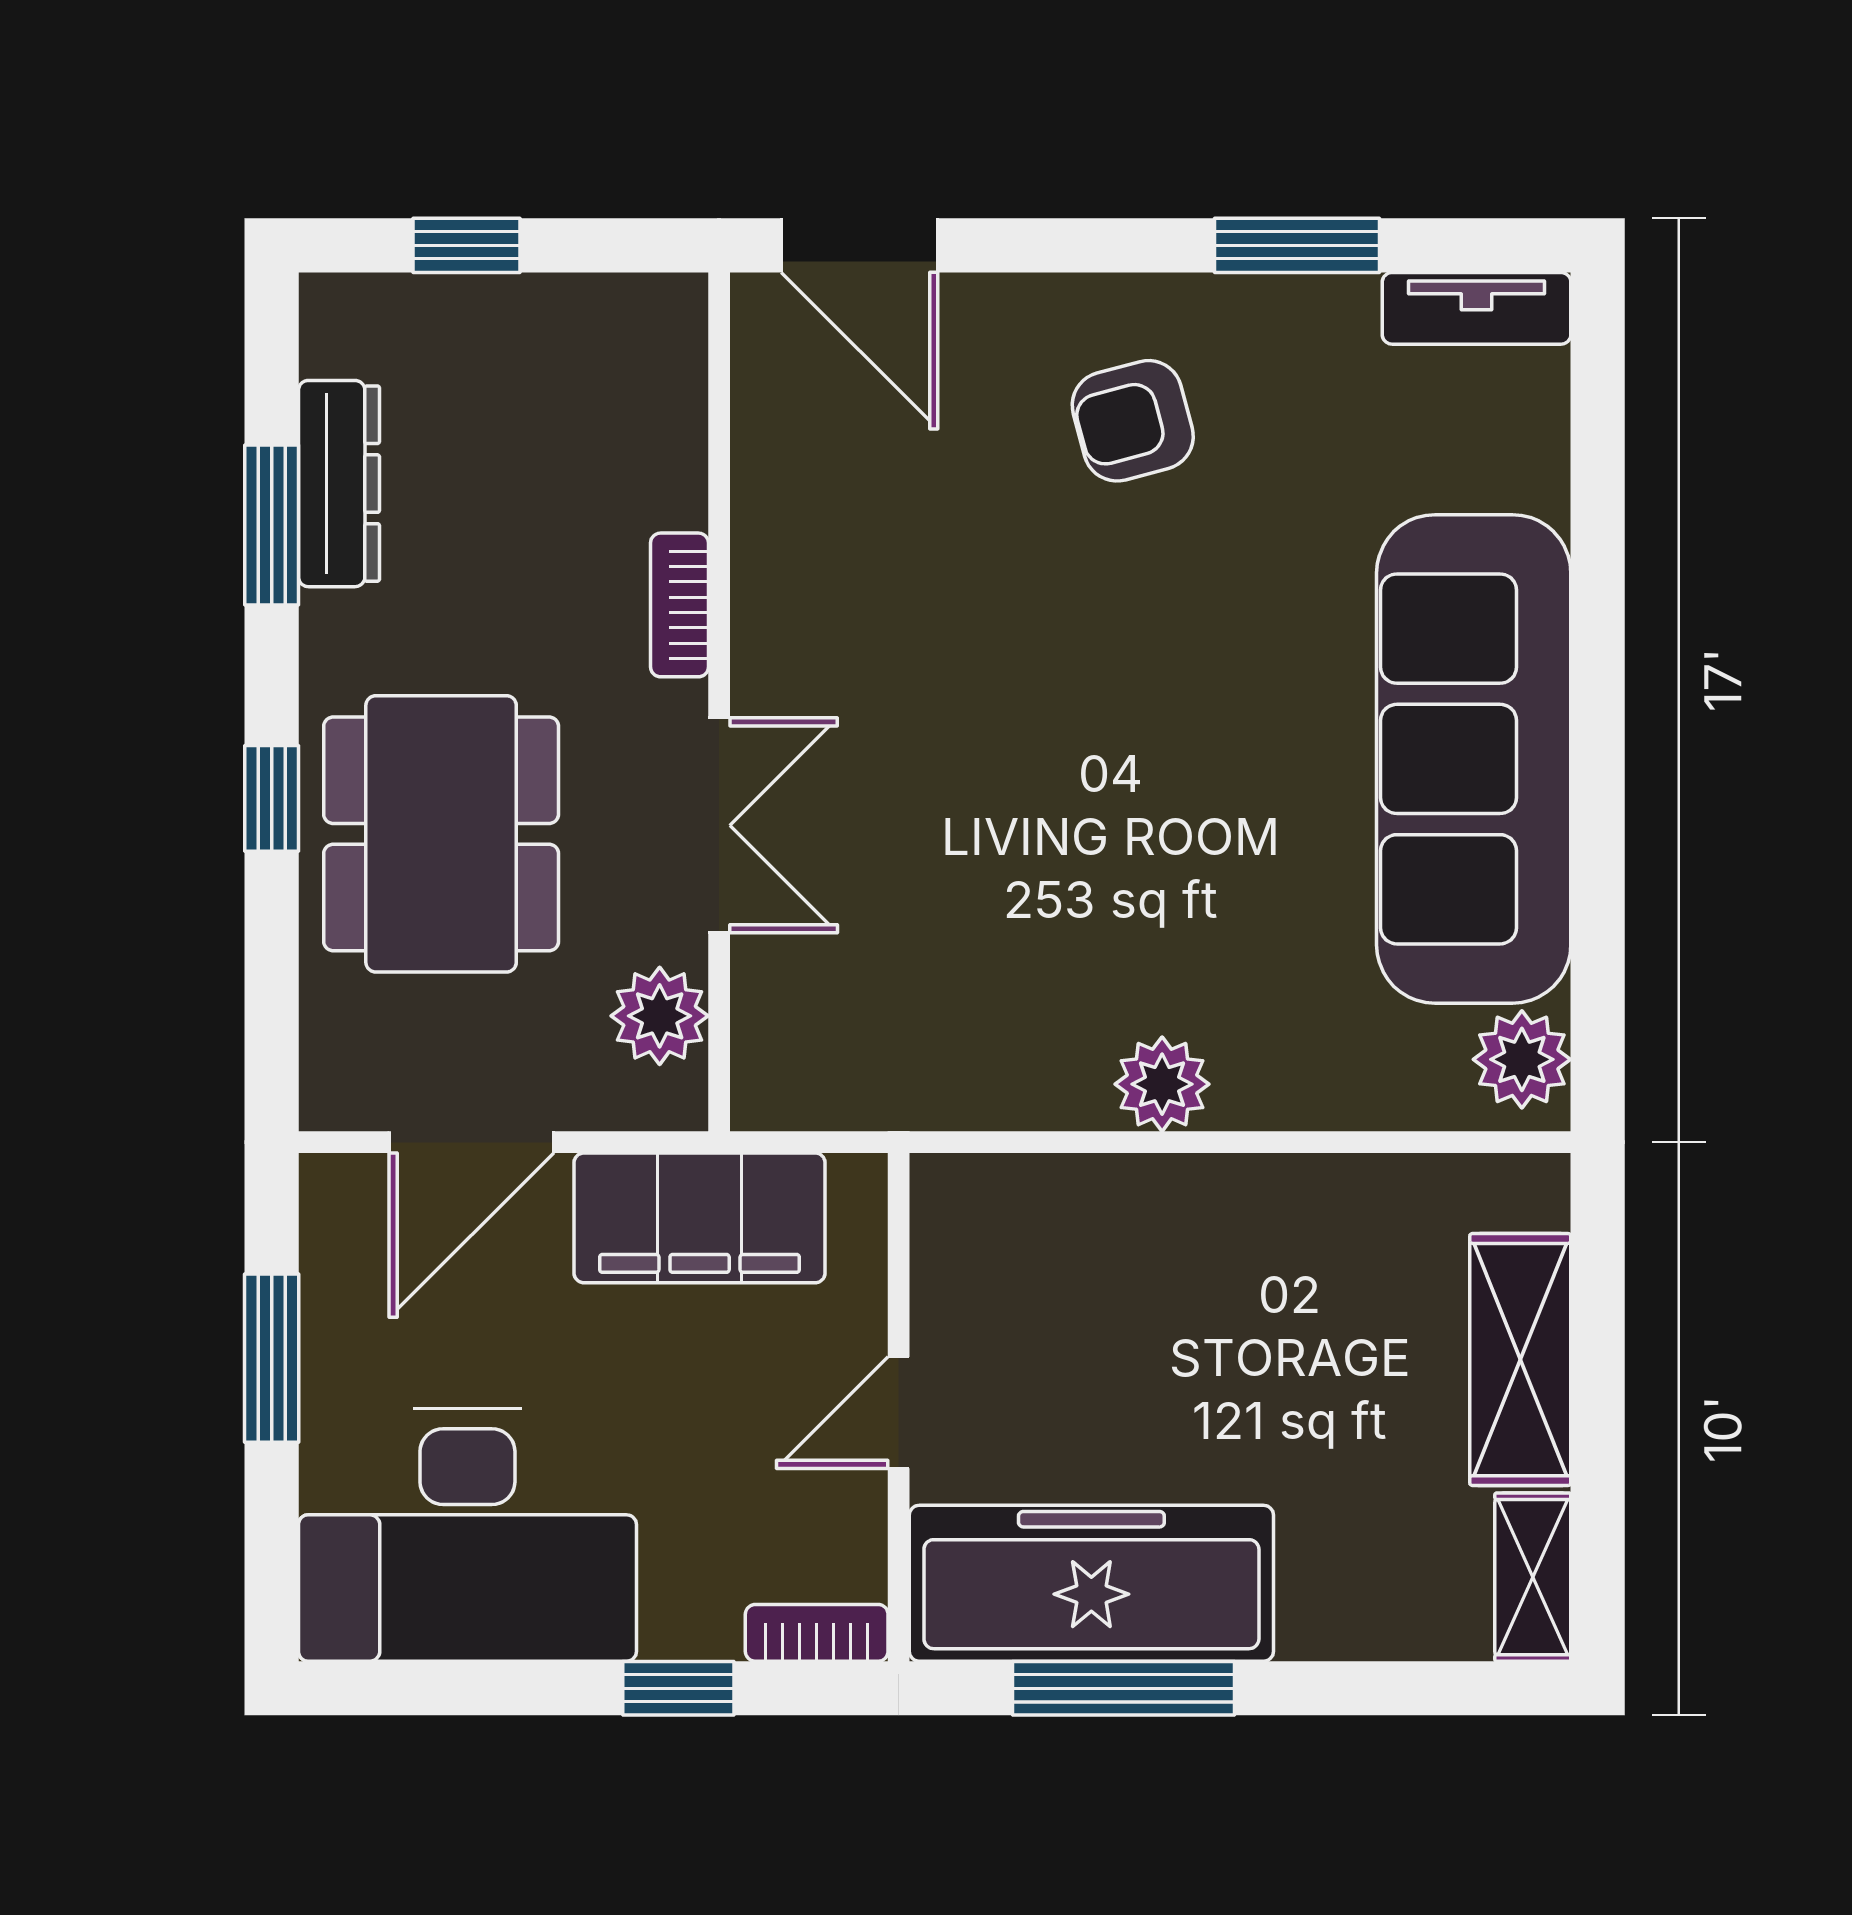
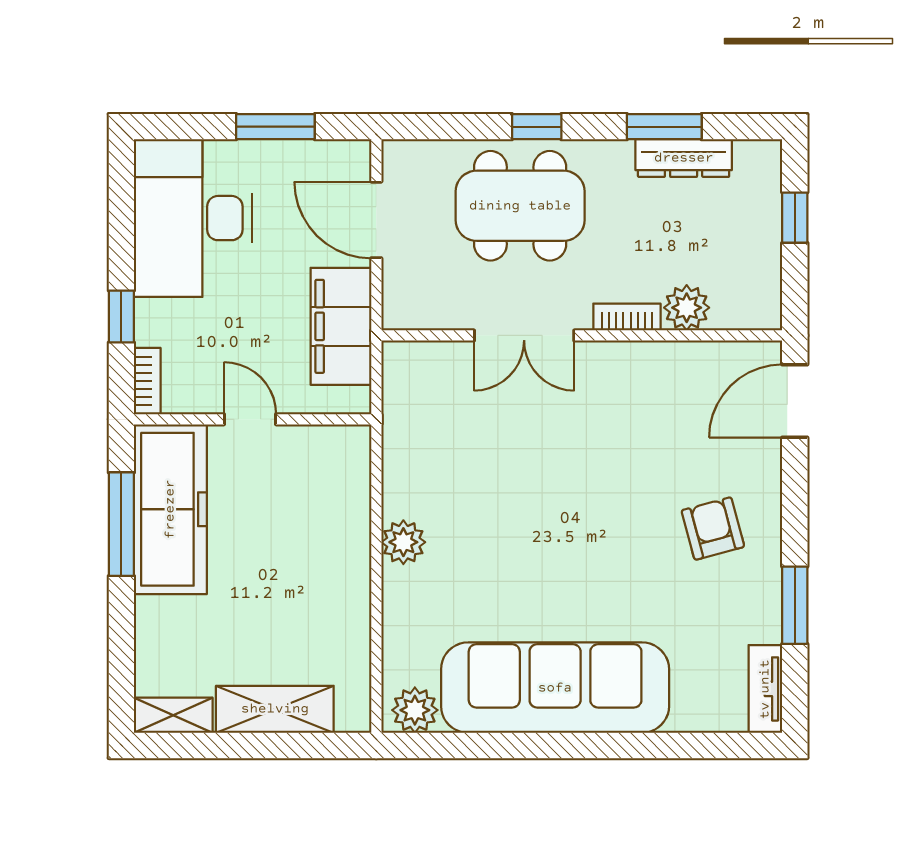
plant: (660, 1016) -> (687, 308), moved

